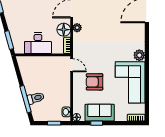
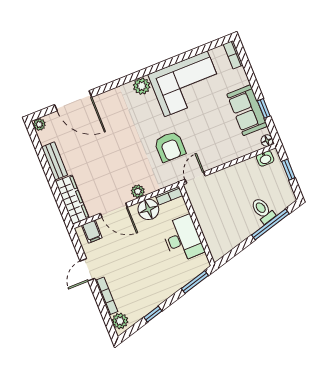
armchair: (94, 82) -> (170, 147), moved

